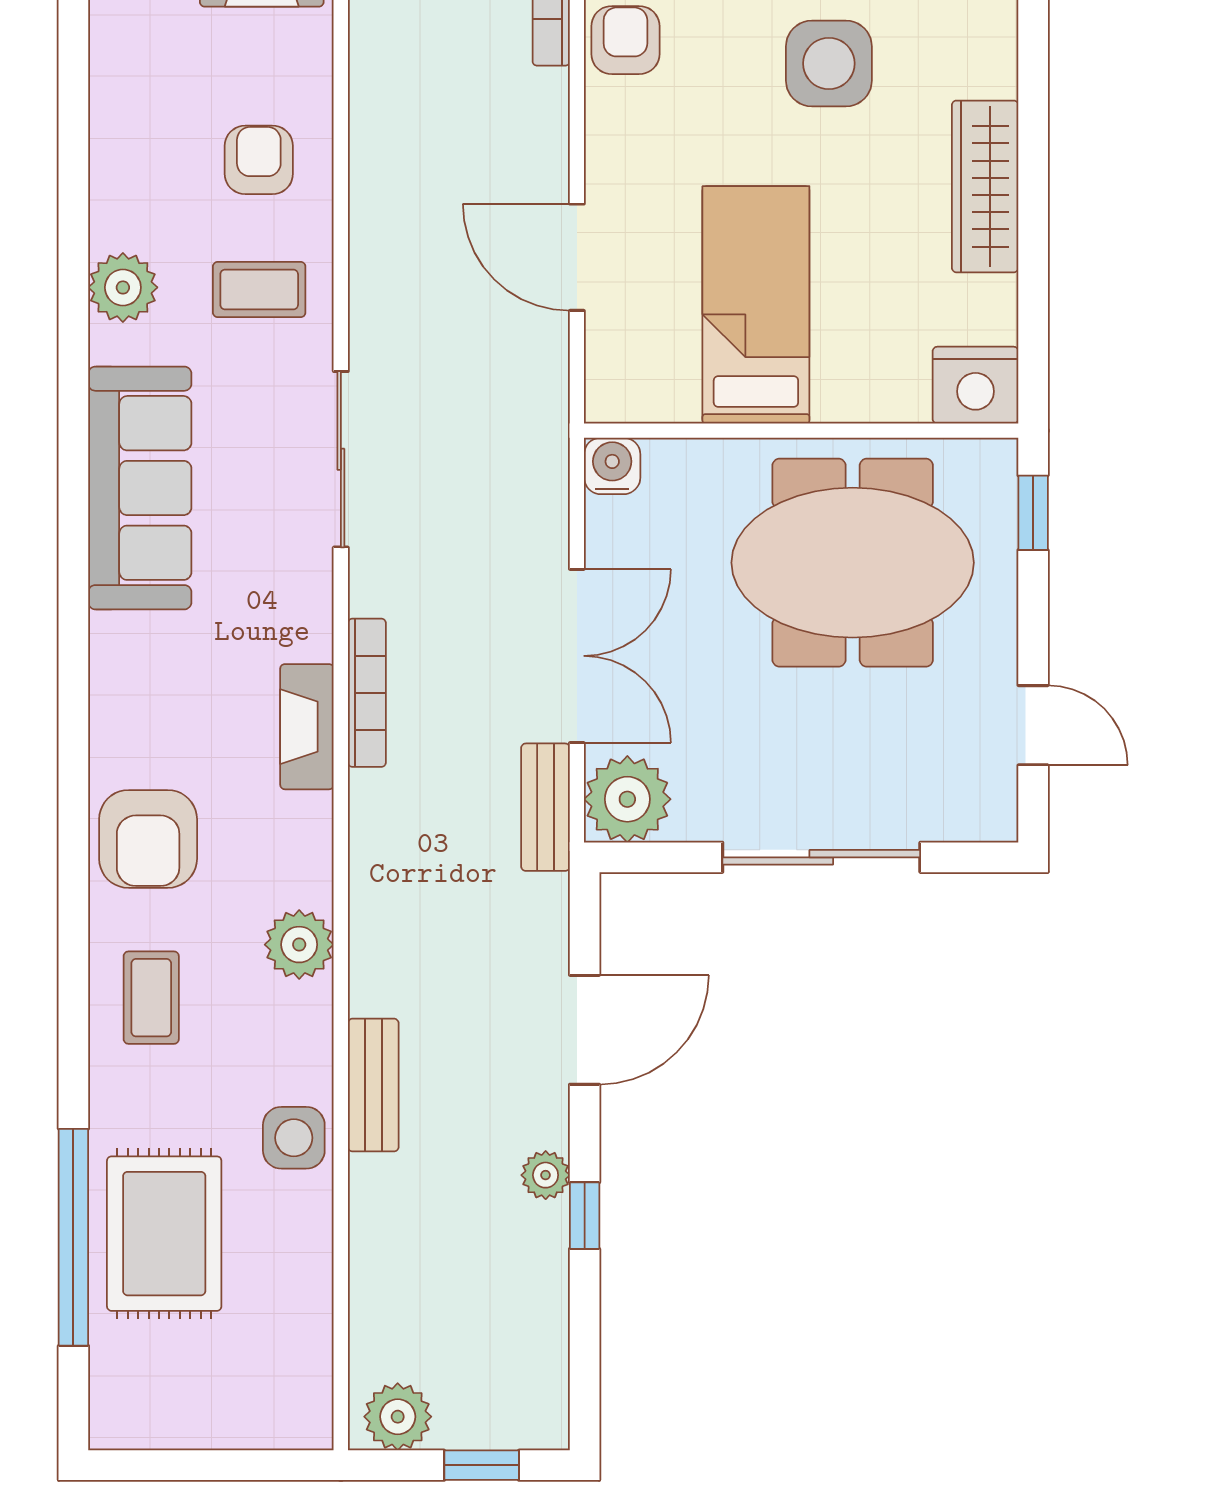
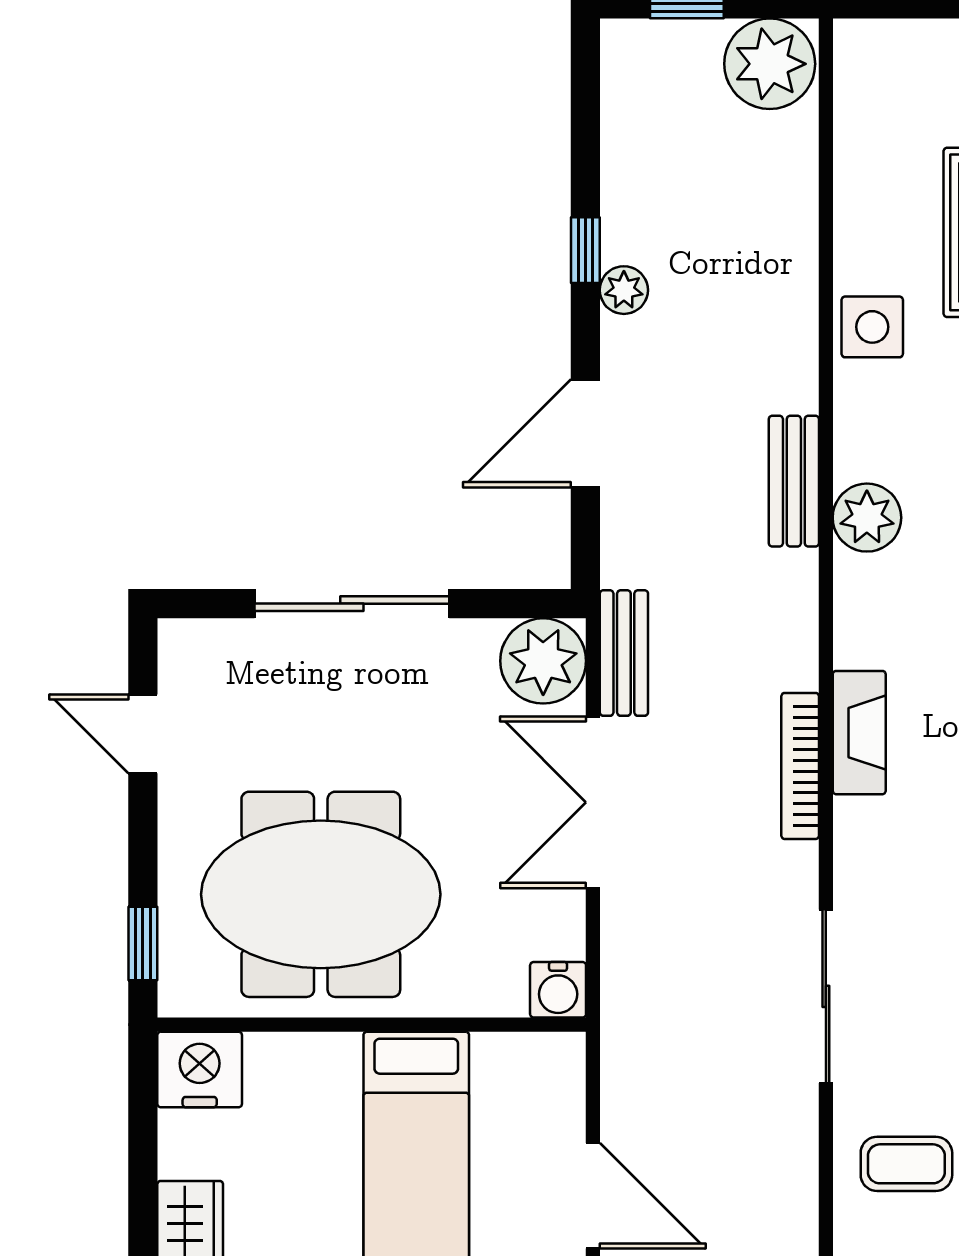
bench: (373, 1085) -> (794, 481), moved
plant: (398, 1417) -> (770, 64), width x1.36, depth x1.36

